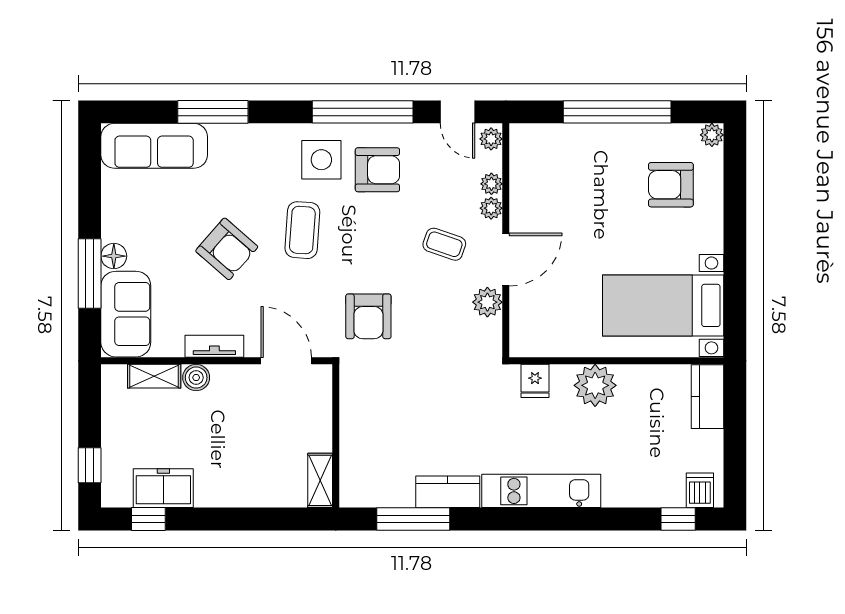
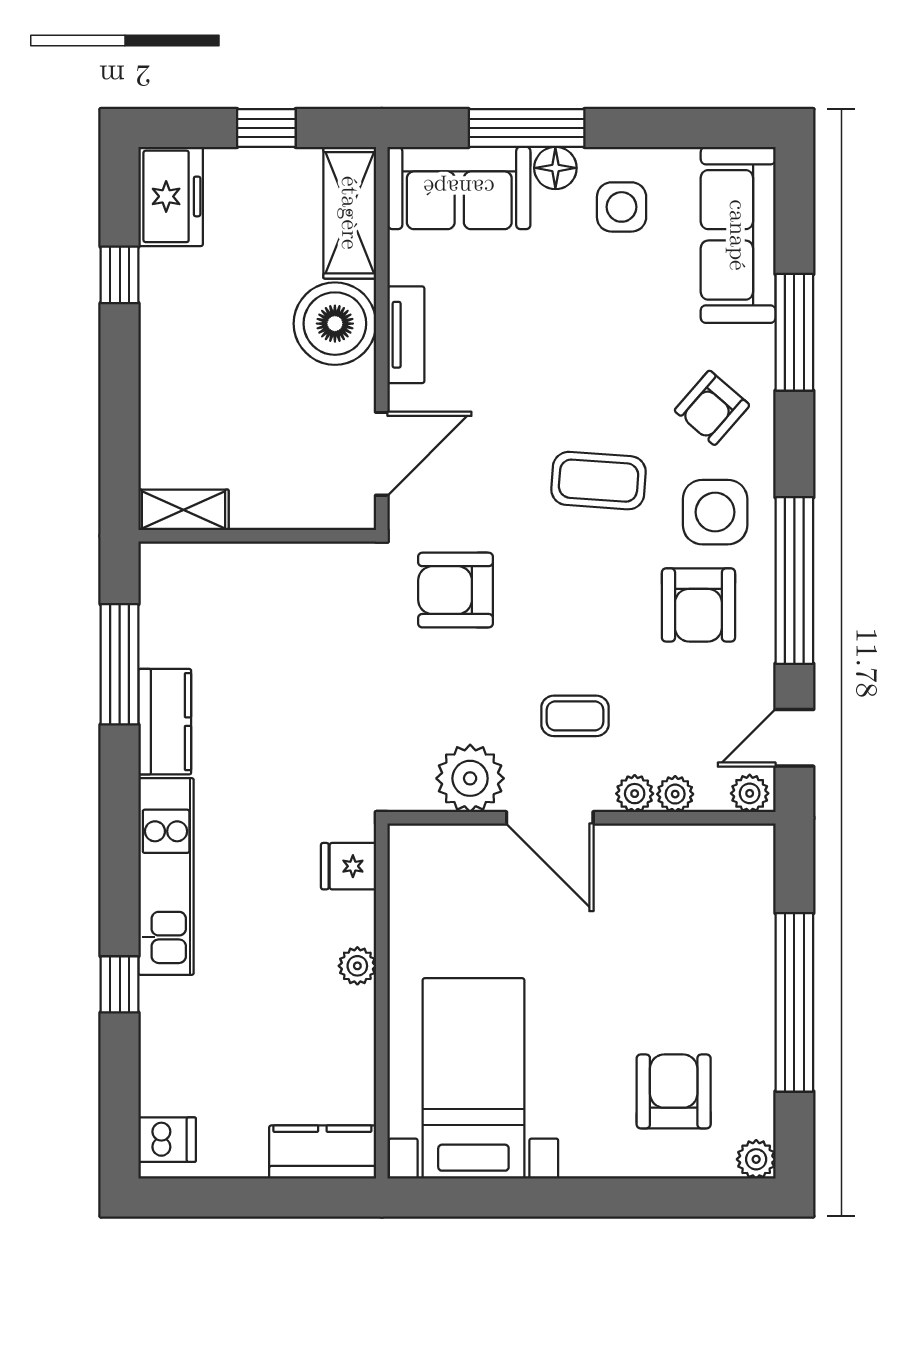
side table: (137, 216) -> (622, 207), added
coffee table: (444, 244) -> (575, 716), turned 71
armchair: (227, 249) -> (712, 408), moved, width x0.72, depth x0.72
plant: (487, 302) -> (470, 778), width x1.36, depth x1.36
shelving: (154, 376) -> (350, 213), width x1.50, depth x1.33
boiler: (196, 378) -> (335, 324), width x1.86, depth x1.86
plant: (595, 385) -> (357, 966), width x0.53, depth x0.53
window: (90, 465) -> (266, 128), moved
freezer: (163, 488) -> (171, 196), moved
window: (148, 519) -> (120, 275), moved
window: (678, 519) -> (120, 984), moved

